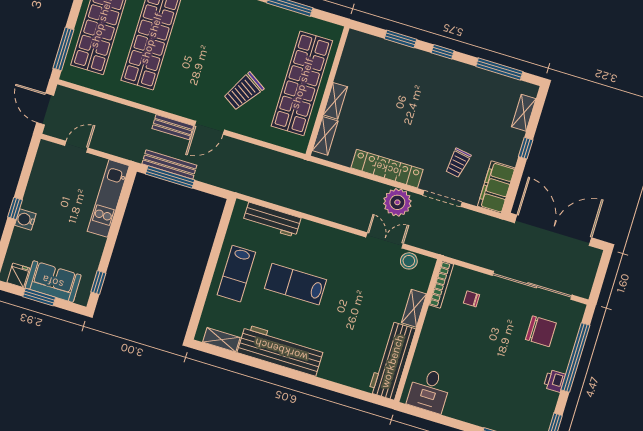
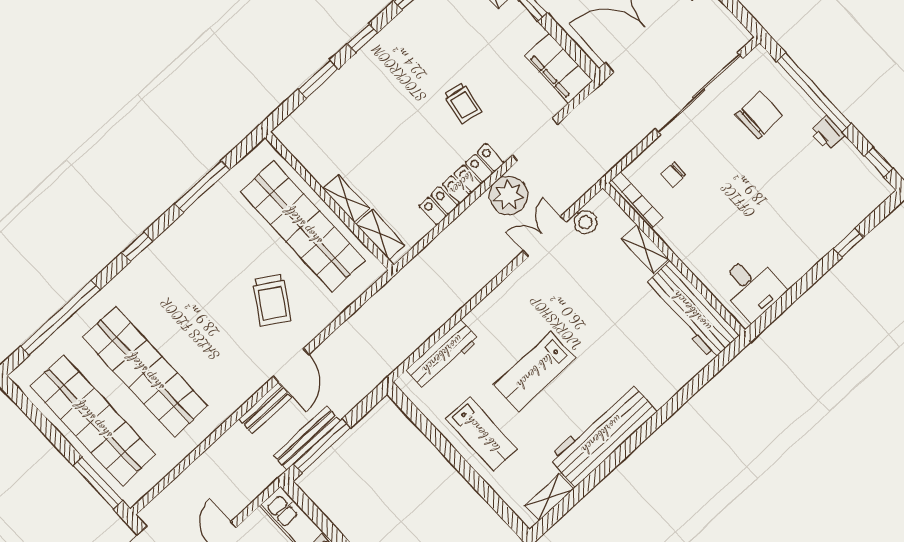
trolley: (458, 163) -> (462, 103), moved

